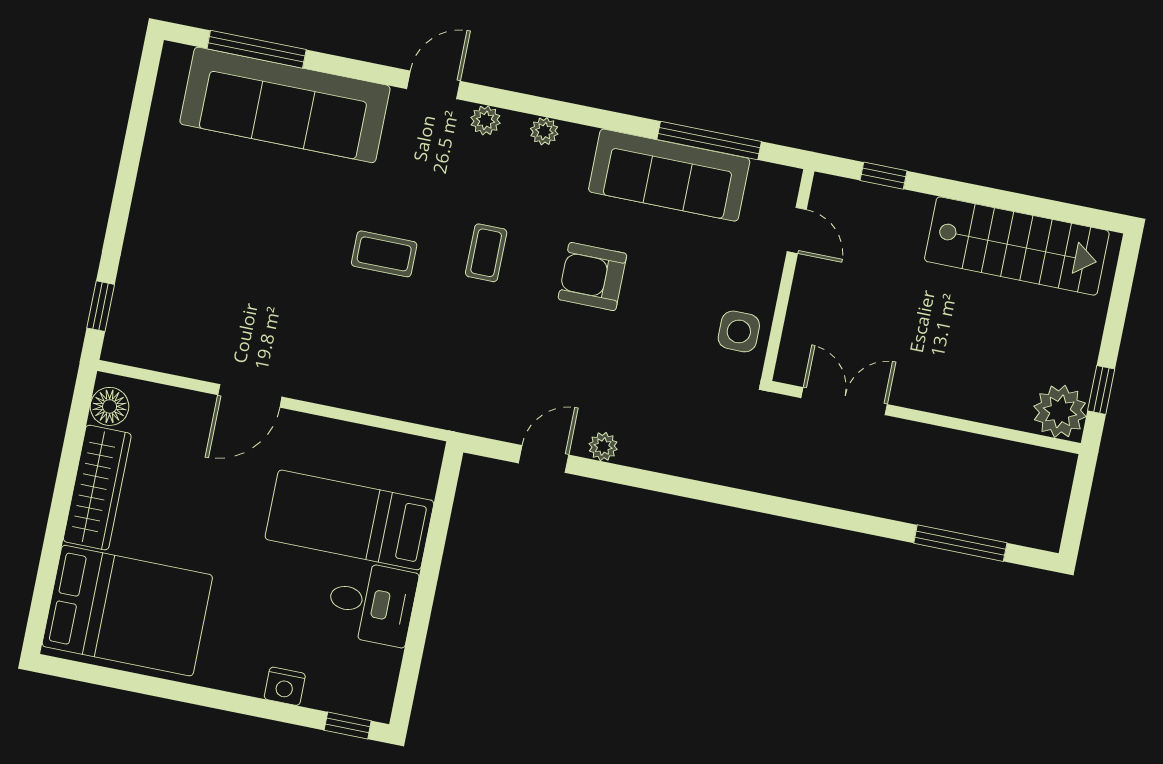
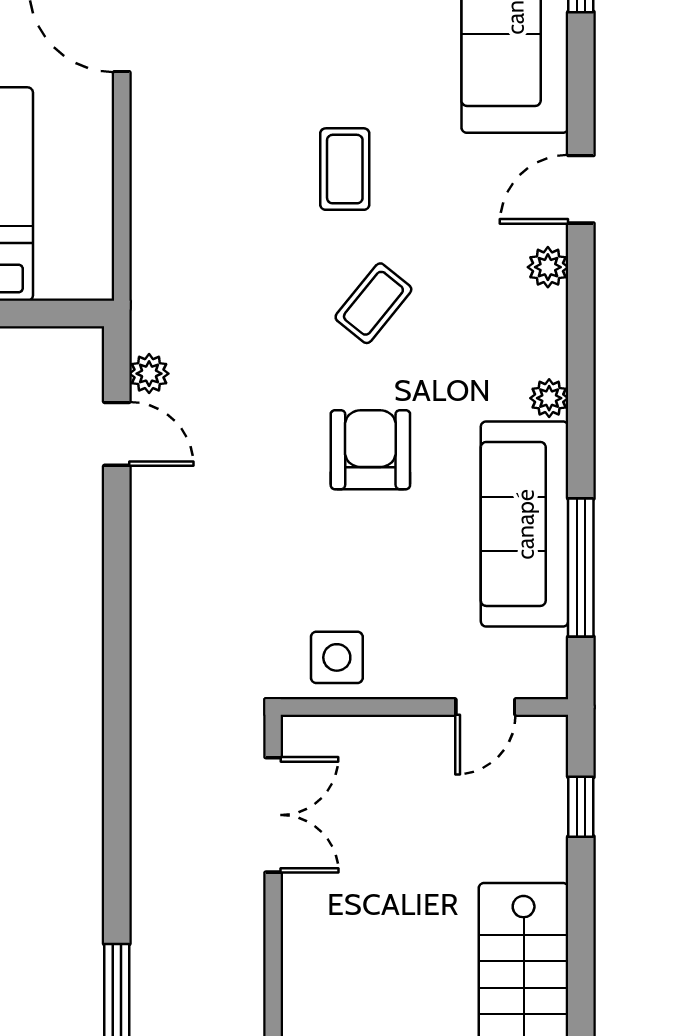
door: (434, 85) -> (581, 189), swing flipped
plant: (544, 131) -> (549, 398), moved
coffee table: (486, 253) -> (373, 303), turned -51
plant: (603, 447) -> (149, 374), moved

